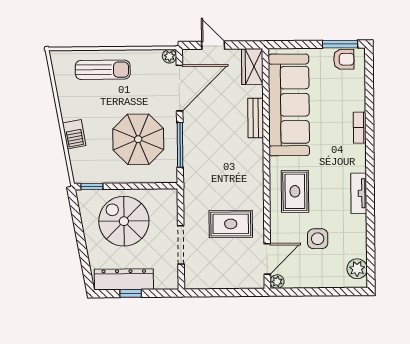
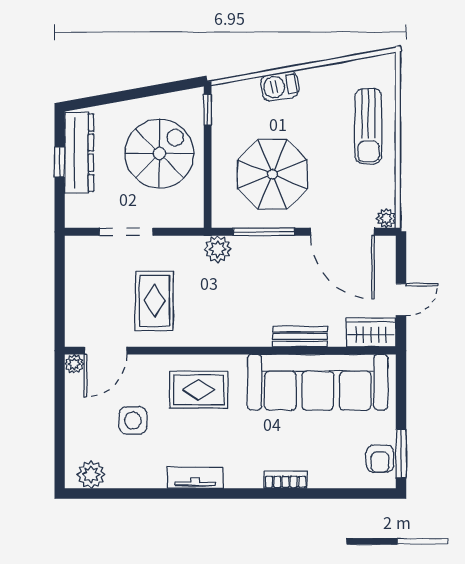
door: (213, 45) -> (401, 300), moved
plant: (193, 178) -> (218, 249), added
door: (267, 259) -> (106, 351), hinge flipped

